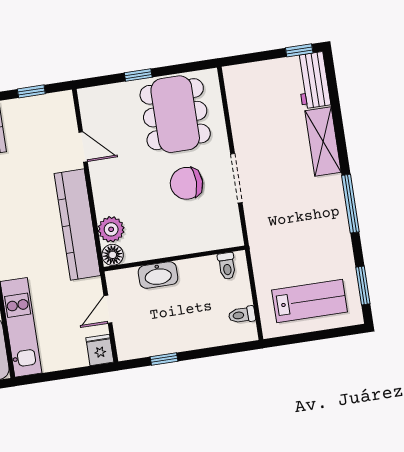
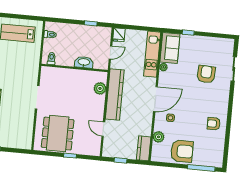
chair: (187, 183) -> (60, 101), removed
floor lamp: (113, 255) -> (102, 77), removed

